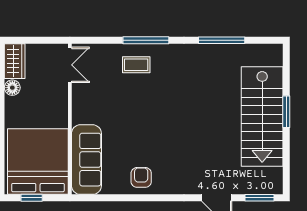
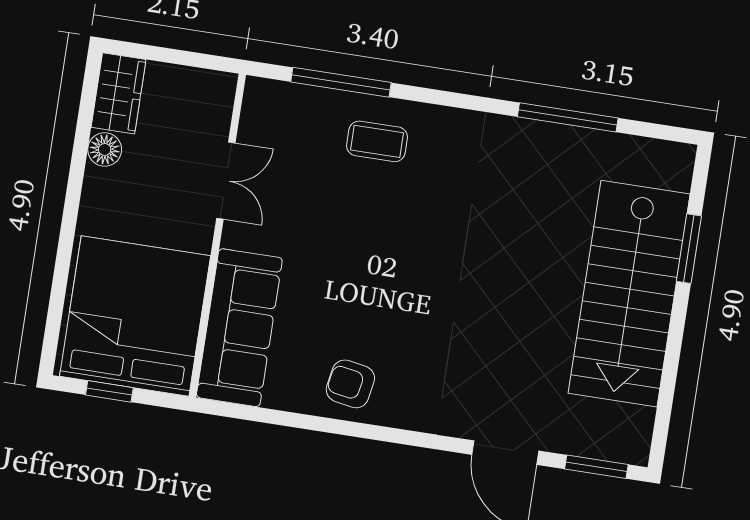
window: (146, 40) -> (341, 82), moved
double door: (70, 65) -> (226, 181), moved
window: (286, 112) -> (689, 249), moved
armchair: (141, 177) -> (350, 384), turned -80

